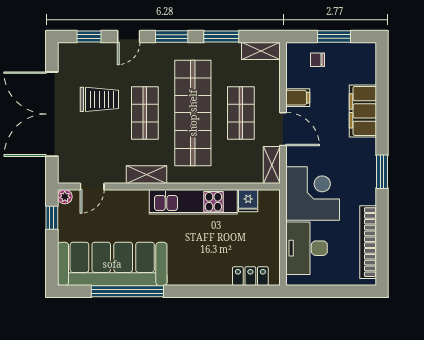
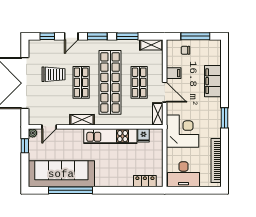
window: (334, 37) -> (195, 36), width x1.44
desk: (307, 248) -> (183, 174), moved, turned -90

